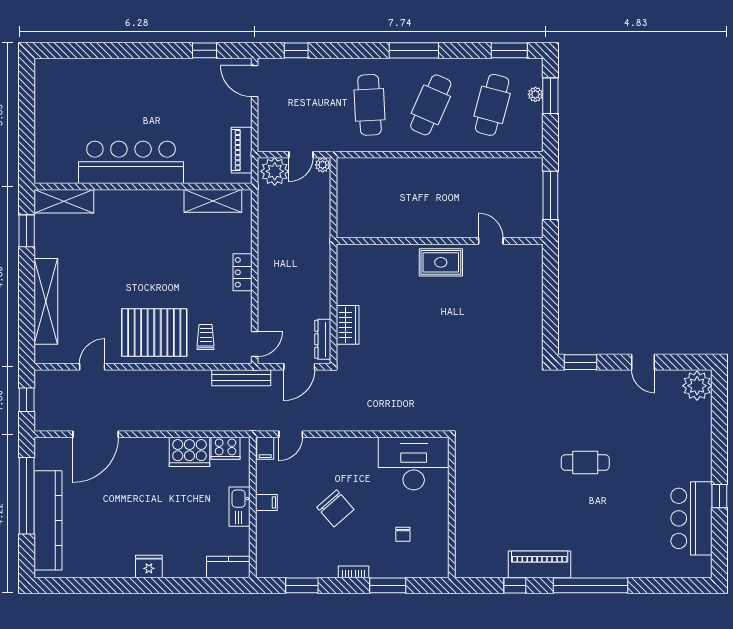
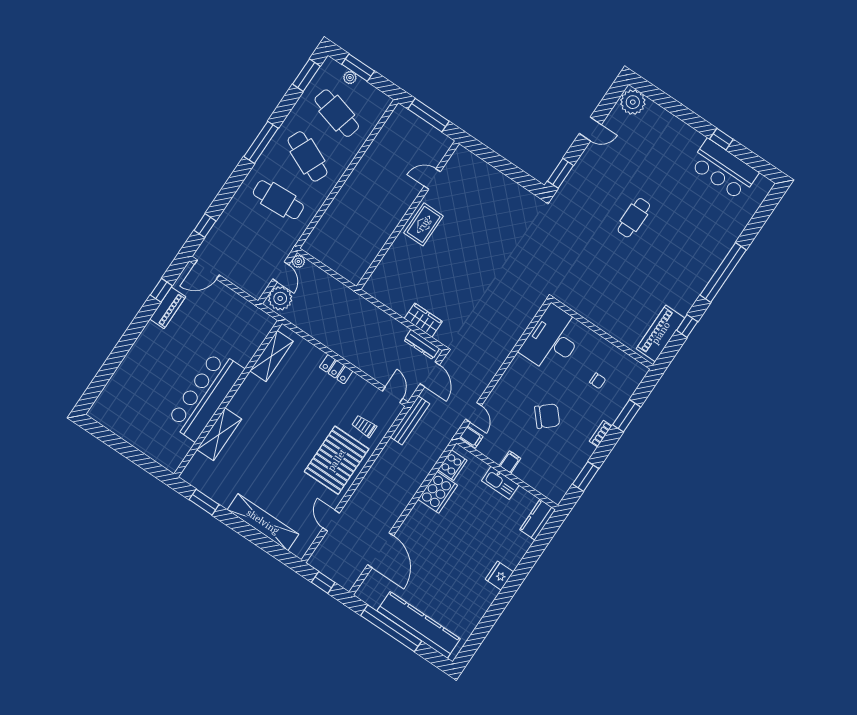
piano: (242, 150) -> (168, 308), moved, turned -90
shelving: (64, 201) -> (219, 434), moved
piano: (540, 564) -> (661, 333), moved

